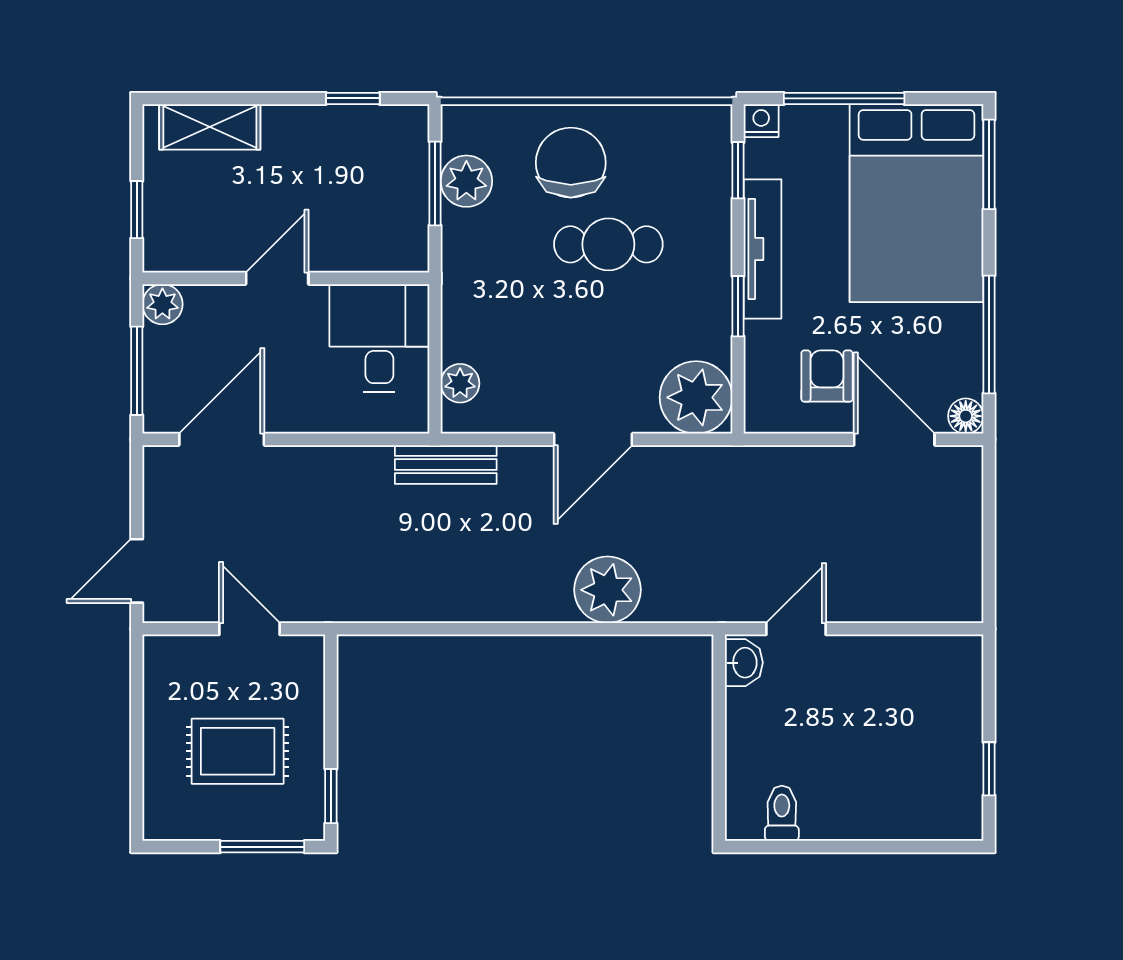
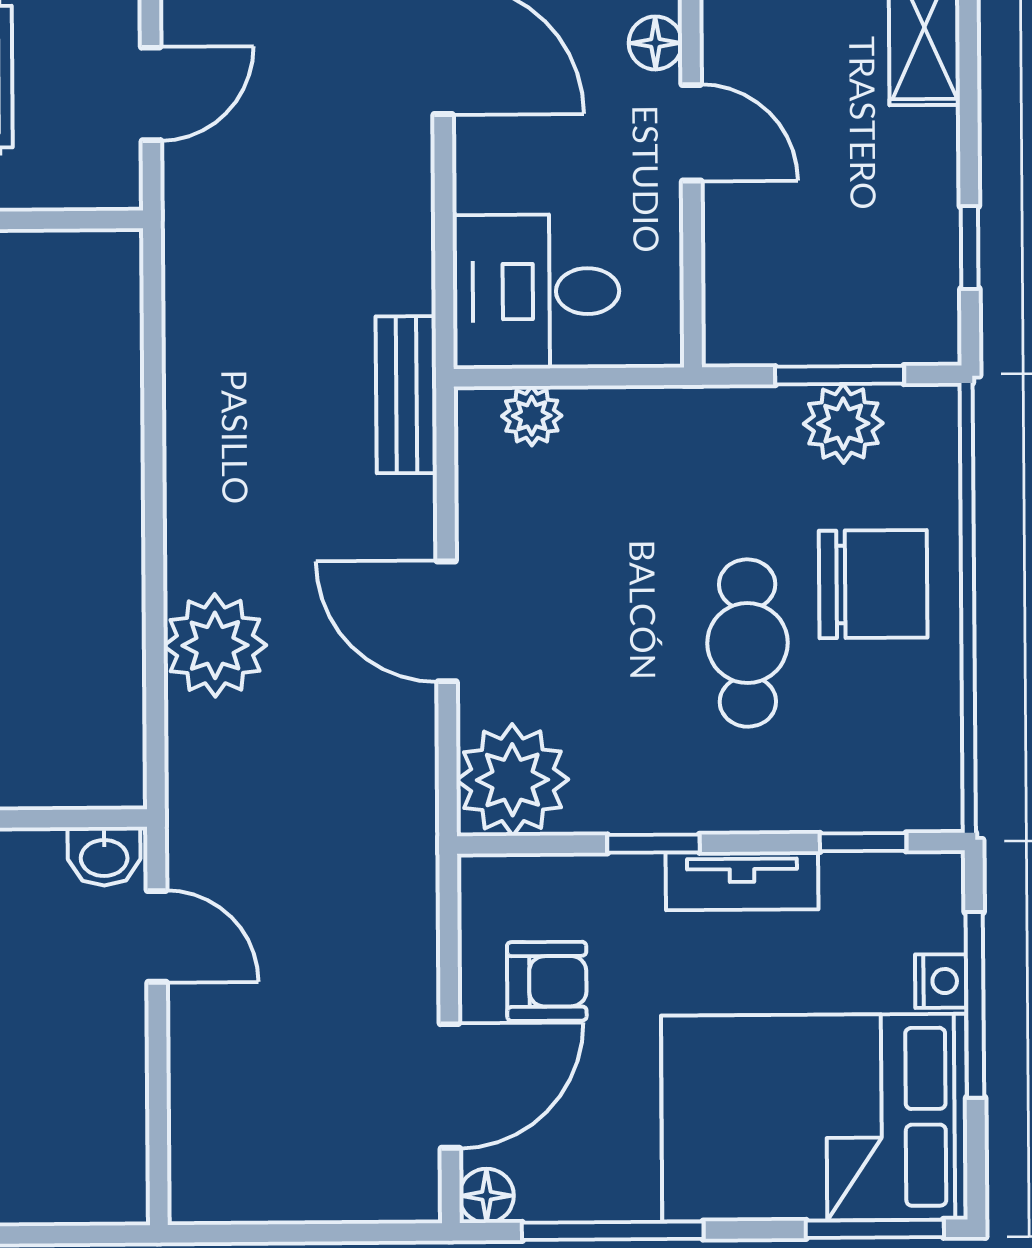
nightstand: (761, 121) -> (941, 981), moved
tv unit: (763, 249) -> (742, 881), width x0.71
floor lamp: (219, 301) -> (655, 43), added
desk: (379, 338) -> (536, 291), moved, turned 180

